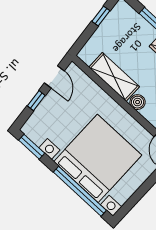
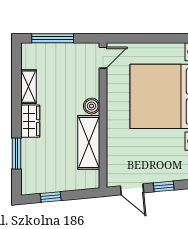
door: (54, 77) -> (132, 189), swing flipped

